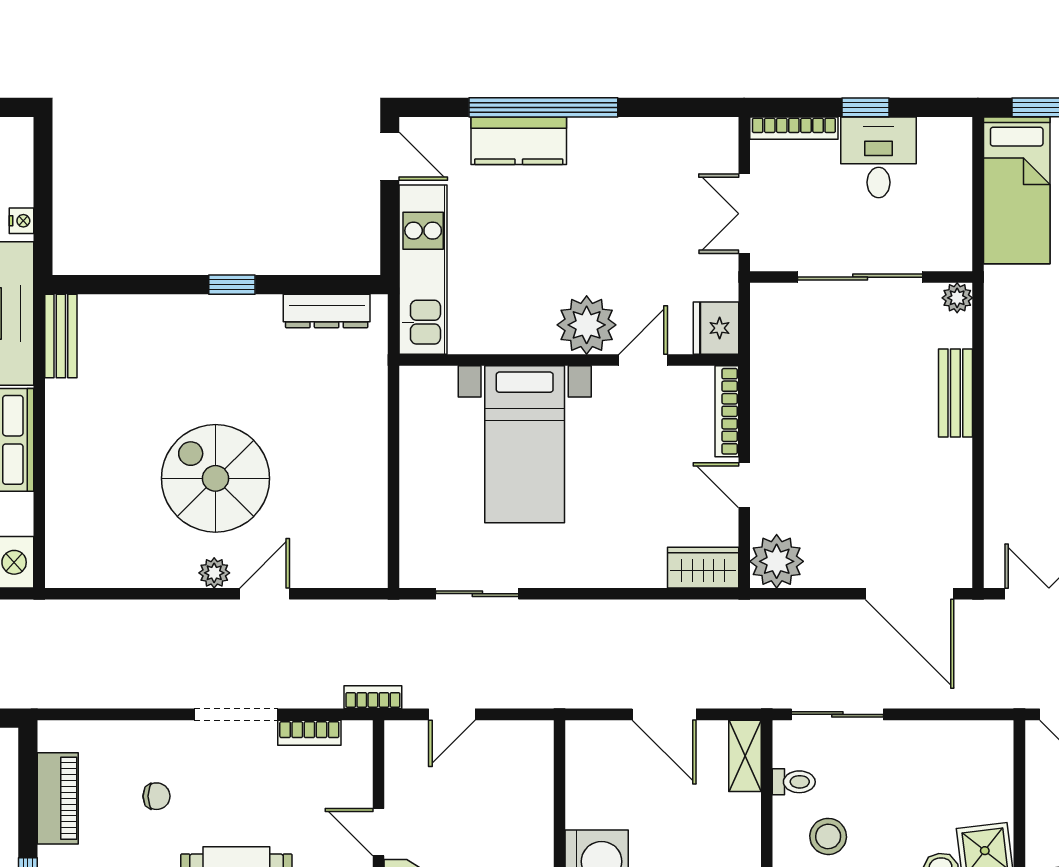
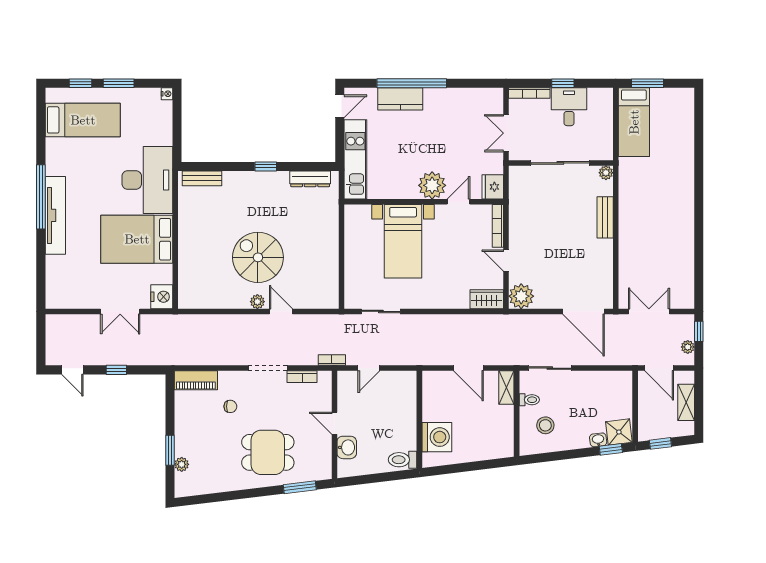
door: (390, 156) -> (340, 106), hinge flipped
nightstand: (21, 221) -> (167, 94), moved
bench: (61, 336) -> (202, 178), moved, turned 90
door: (265, 594) -> (281, 311), hinge flipped
piano: (58, 798) -> (196, 380), moved, turned 90

